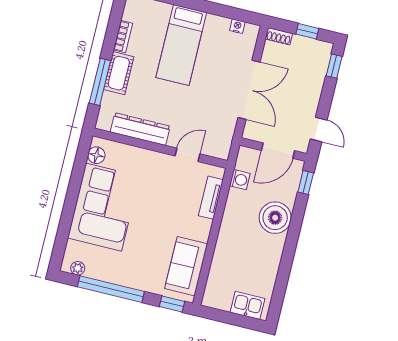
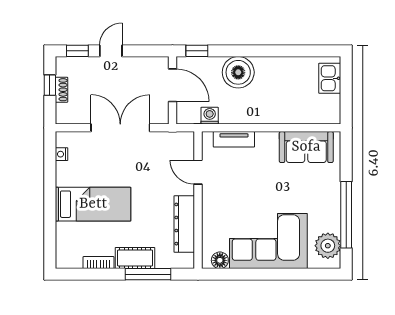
shoe rack: (279, 36) -> (61, 90), moved
door: (319, 129) -> (111, 51), moved
plant: (78, 268) -> (328, 246), width x1.87, depth x1.87
window: (172, 304) -> (346, 152), removed

